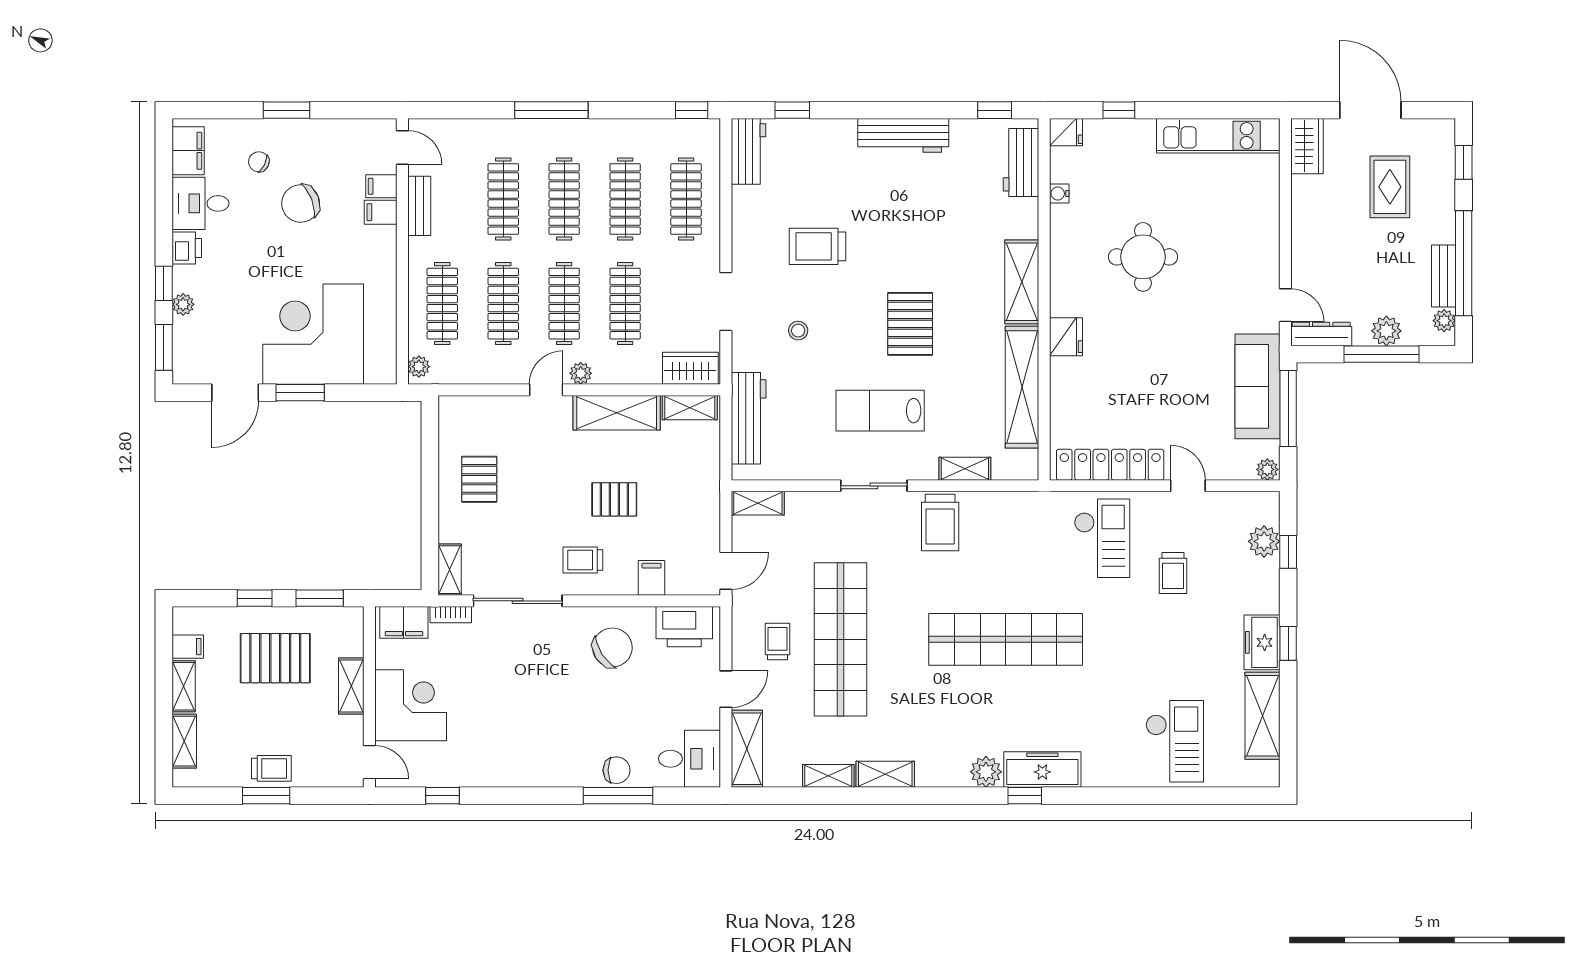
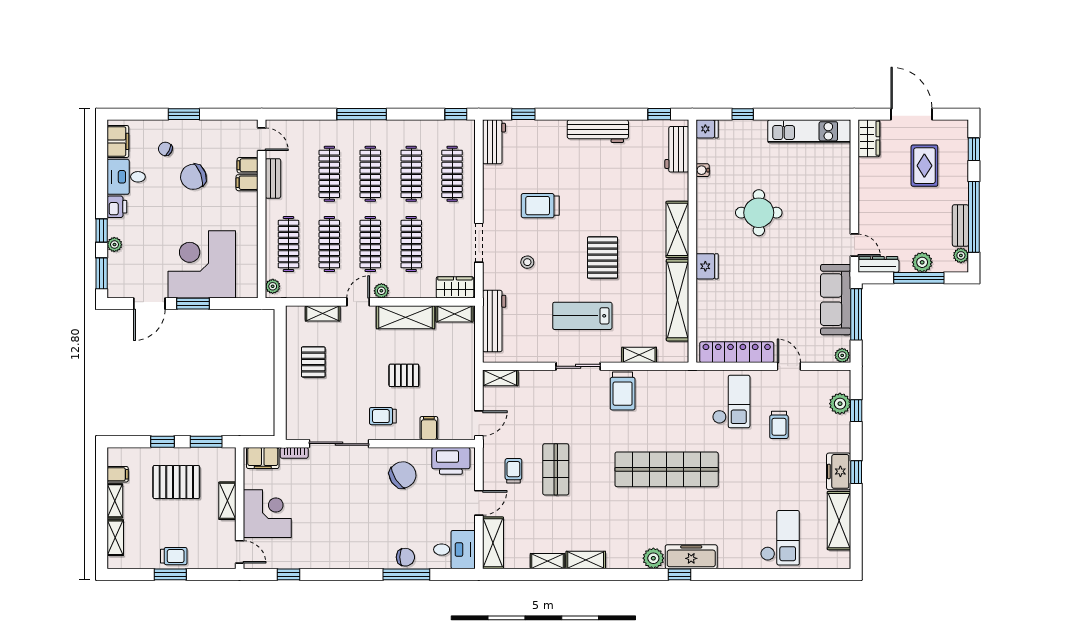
shelving: (450, 570) -> (323, 313), moved, turned 90
shop shelf: (841, 639) -> (556, 469), width x0.50, depth x0.74

